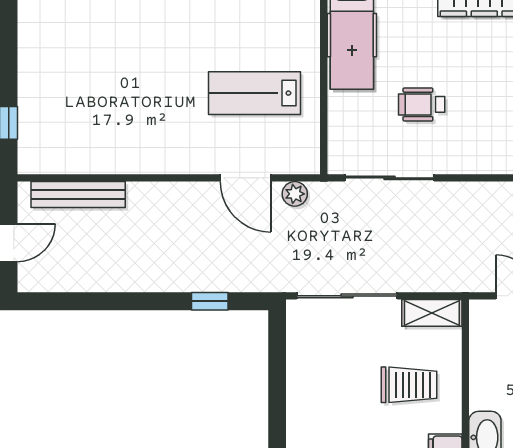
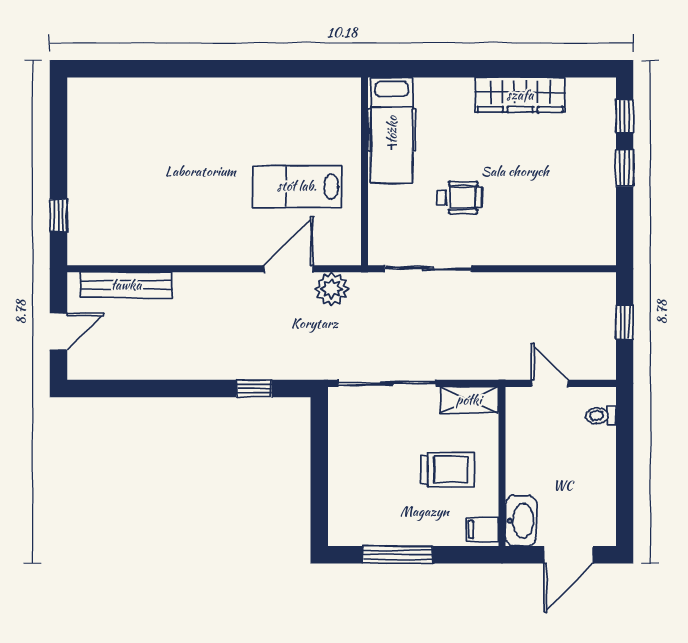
wheelchair: (422, 104) -> (459, 198), turned 180
door: (245, 178) -> (288, 269), swing flipped
plant: (295, 194) -> (332, 289), width x1.38, depth x1.38

